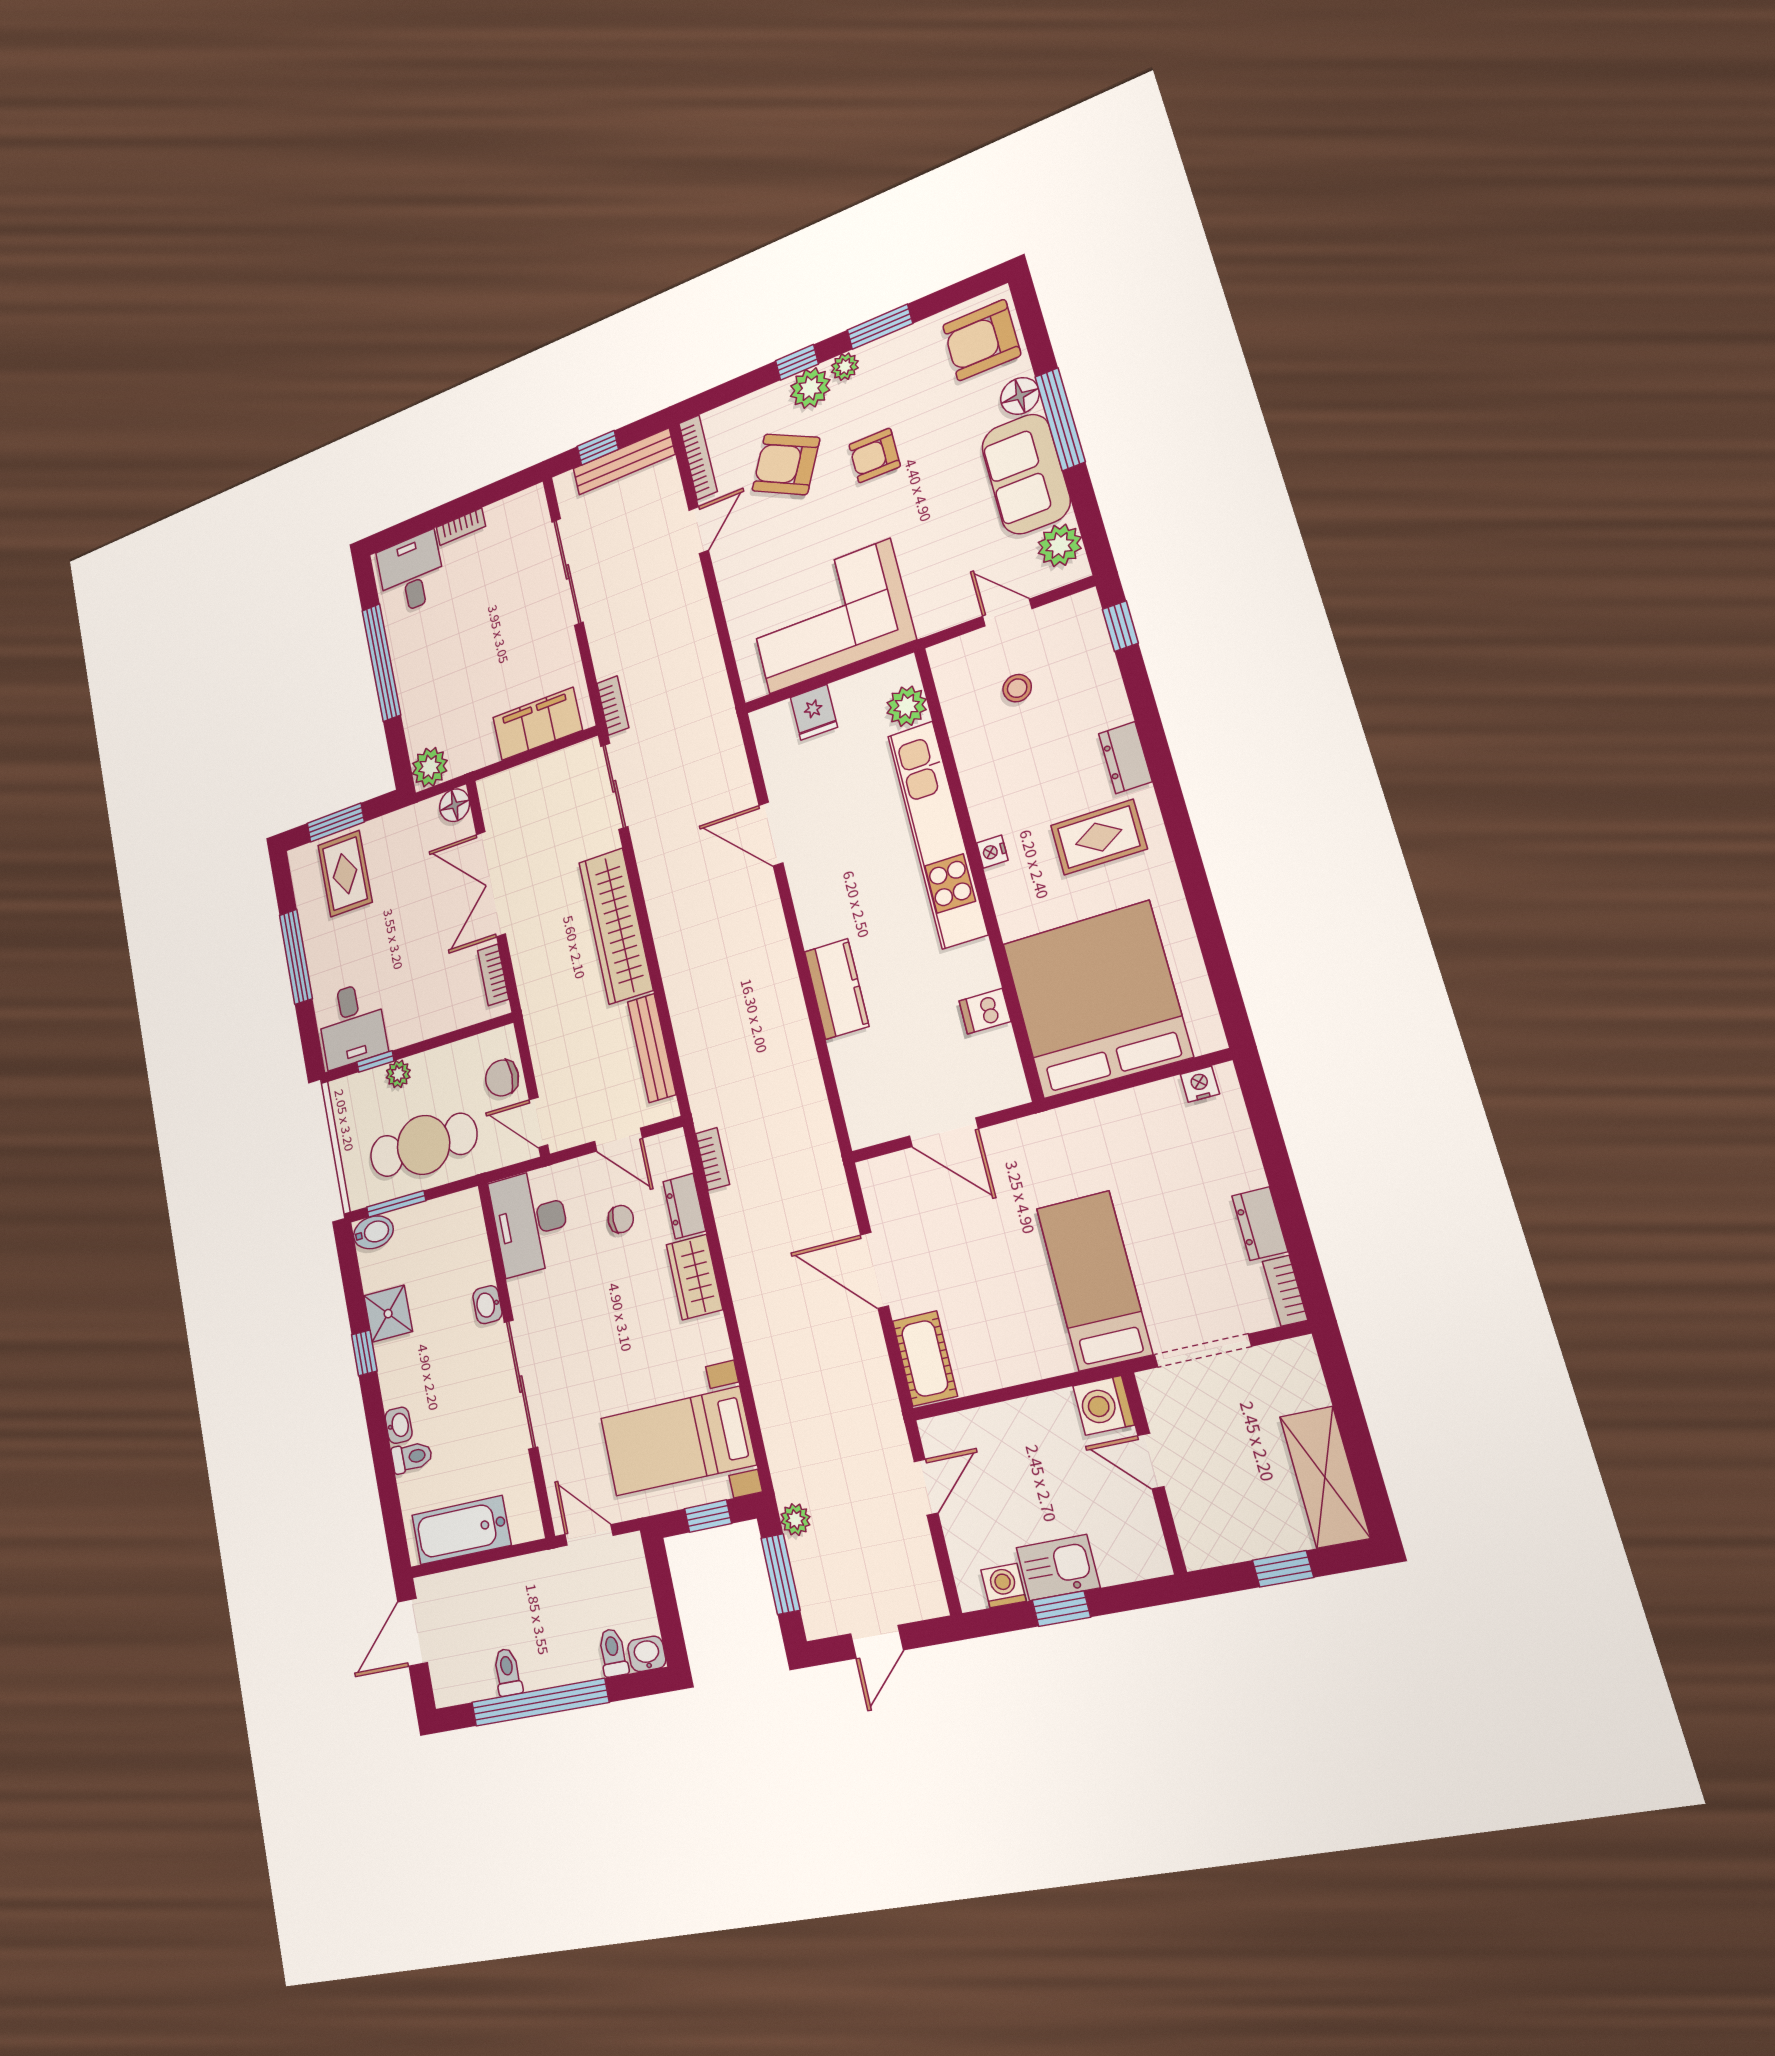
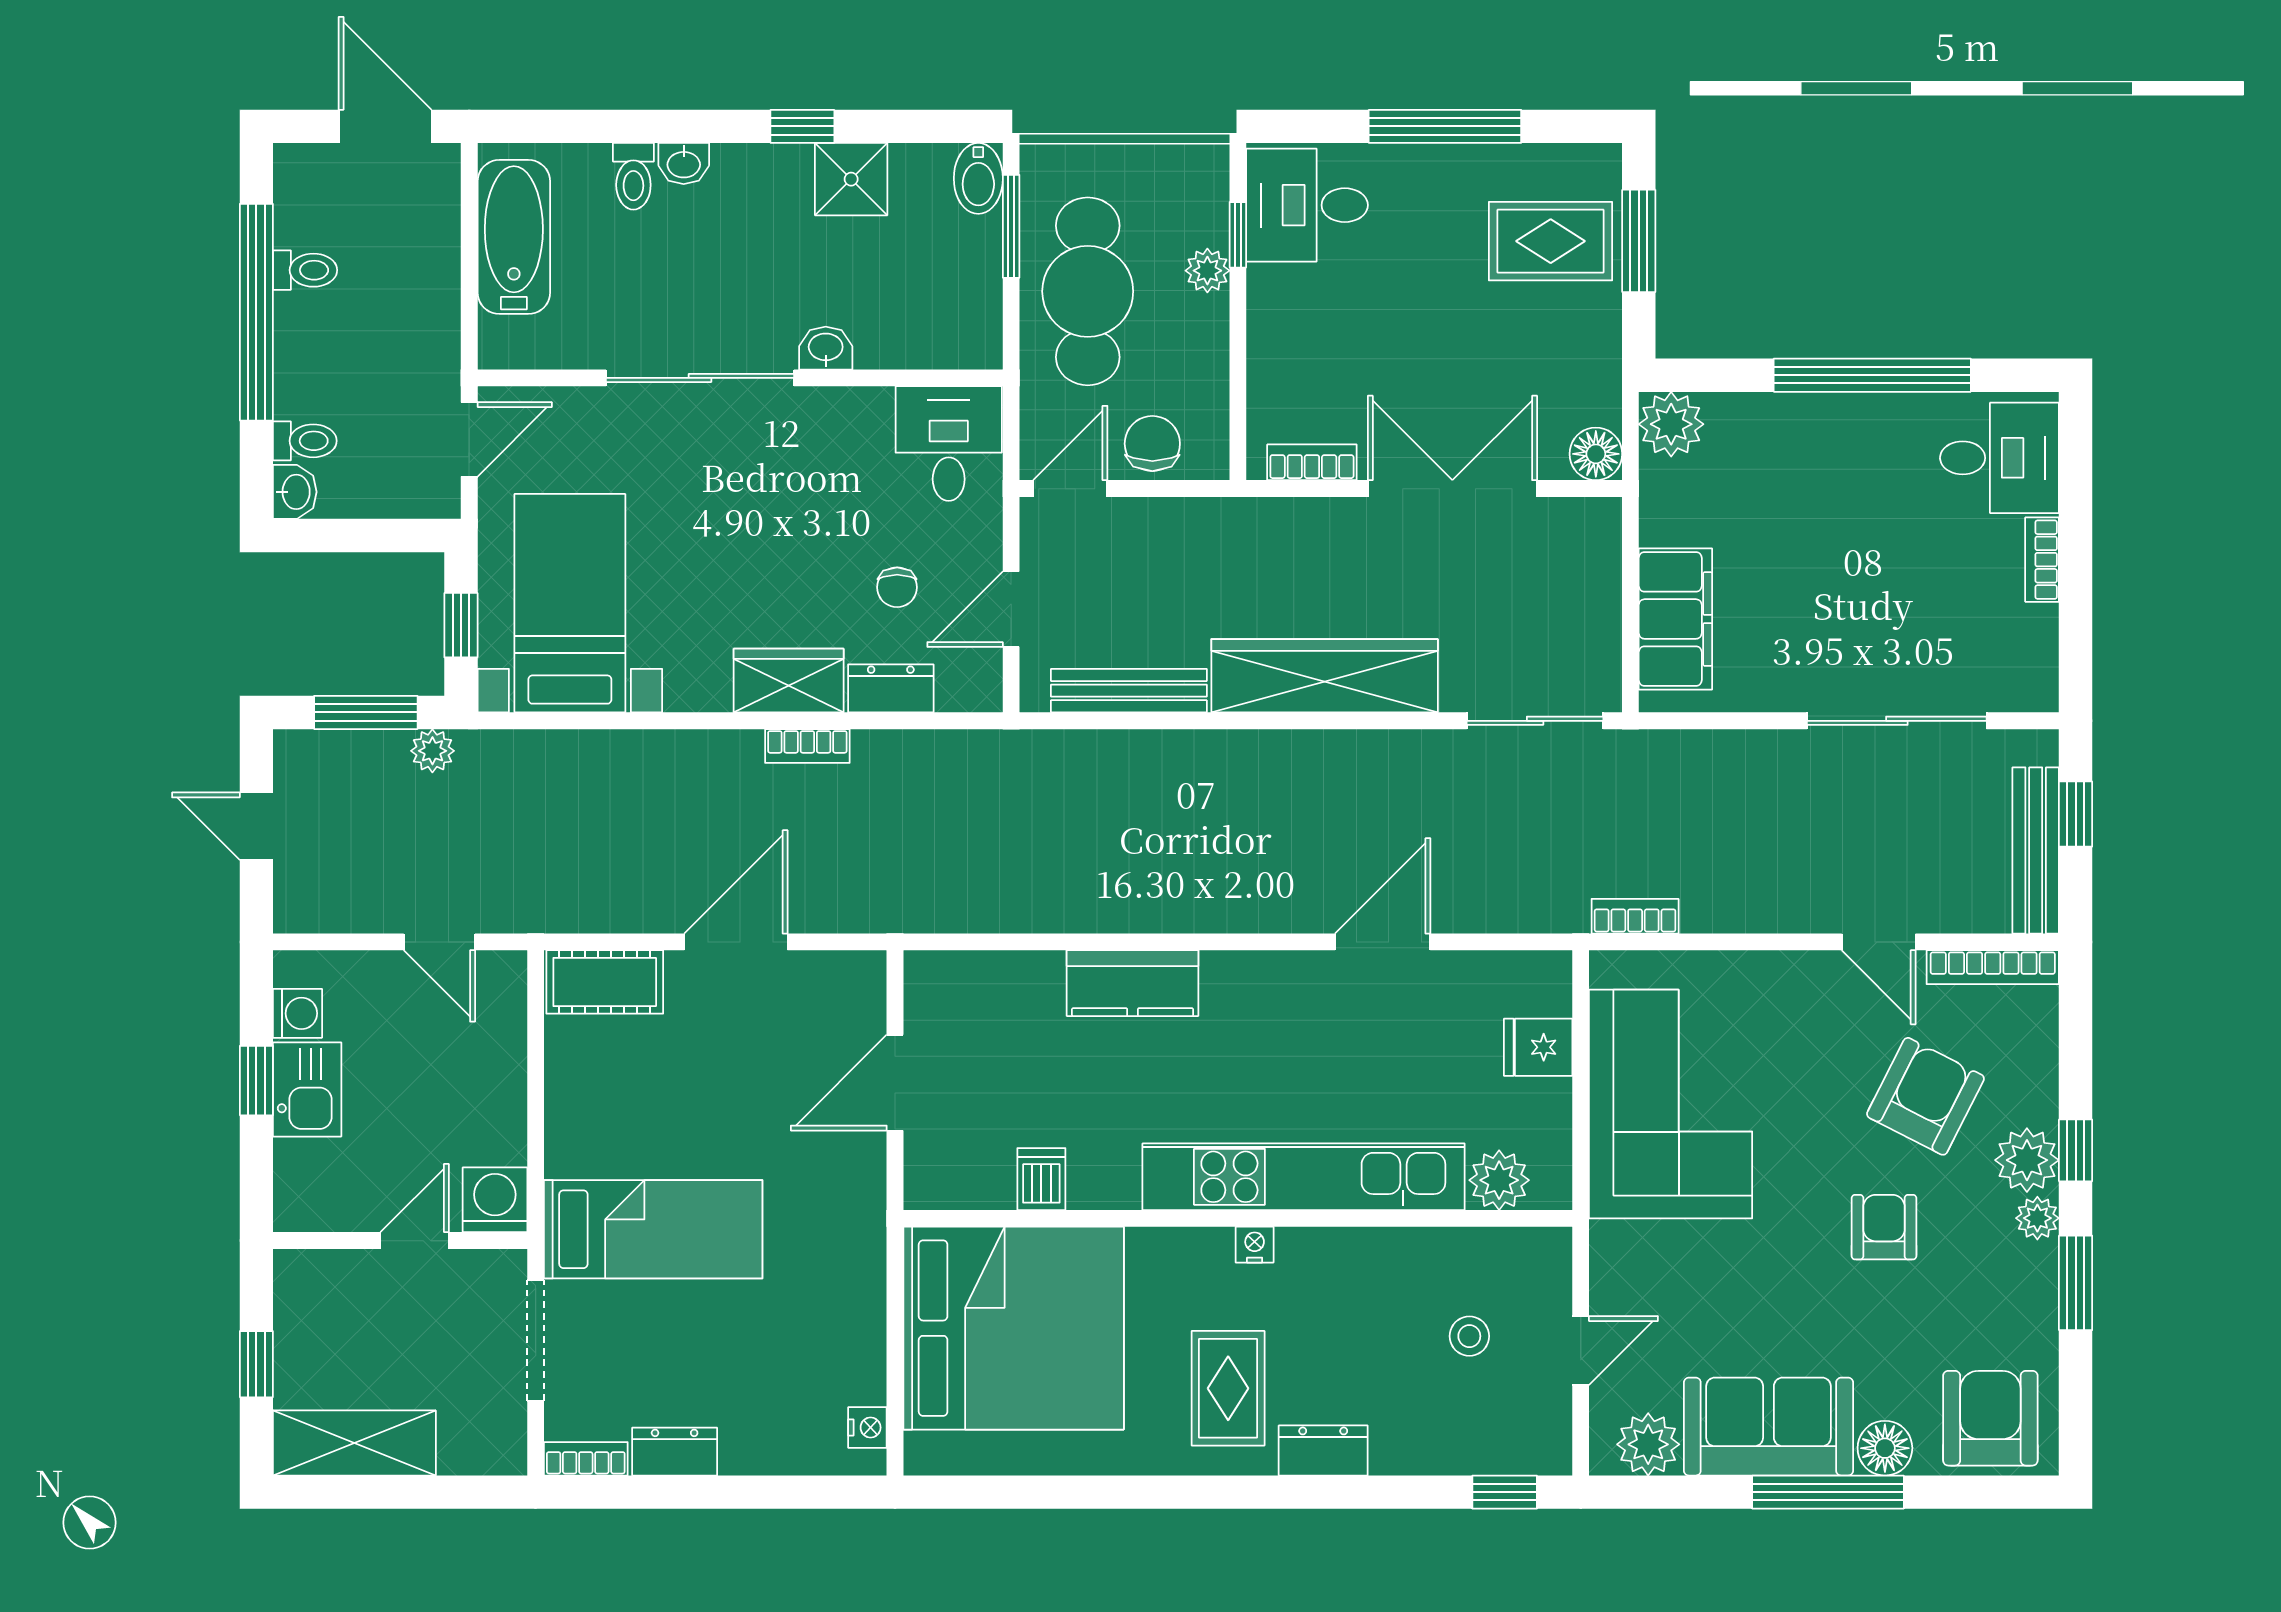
bookcase: (613, 705) -> (1635, 916), moved, turned 180
bookcase: (713, 1159) -> (807, 746), moved
desk: (530, 1222) -> (949, 444), width x0.73

